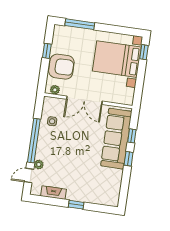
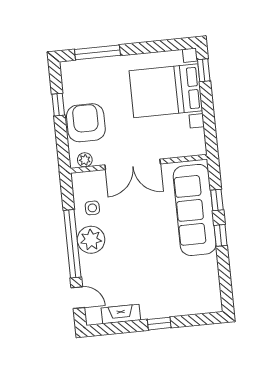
armchair: (61, 67) -> (86, 123), turned -90
plant: (39, 164) -> (91, 240), moved, width x1.88, depth x1.88
door: (29, 175) -> (78, 298), swing flipped

